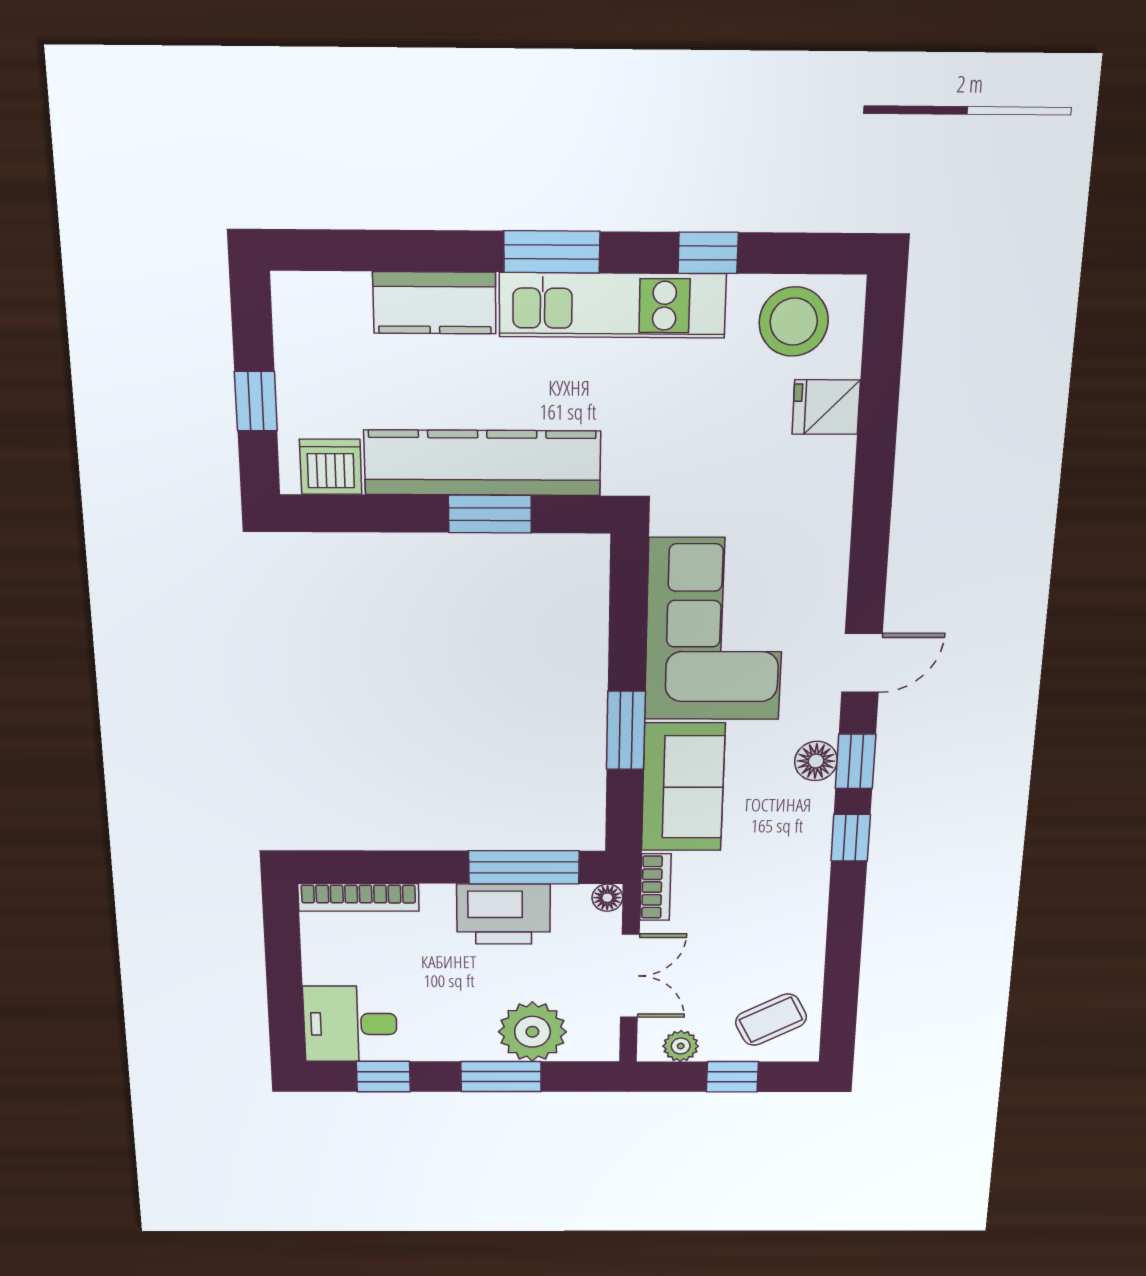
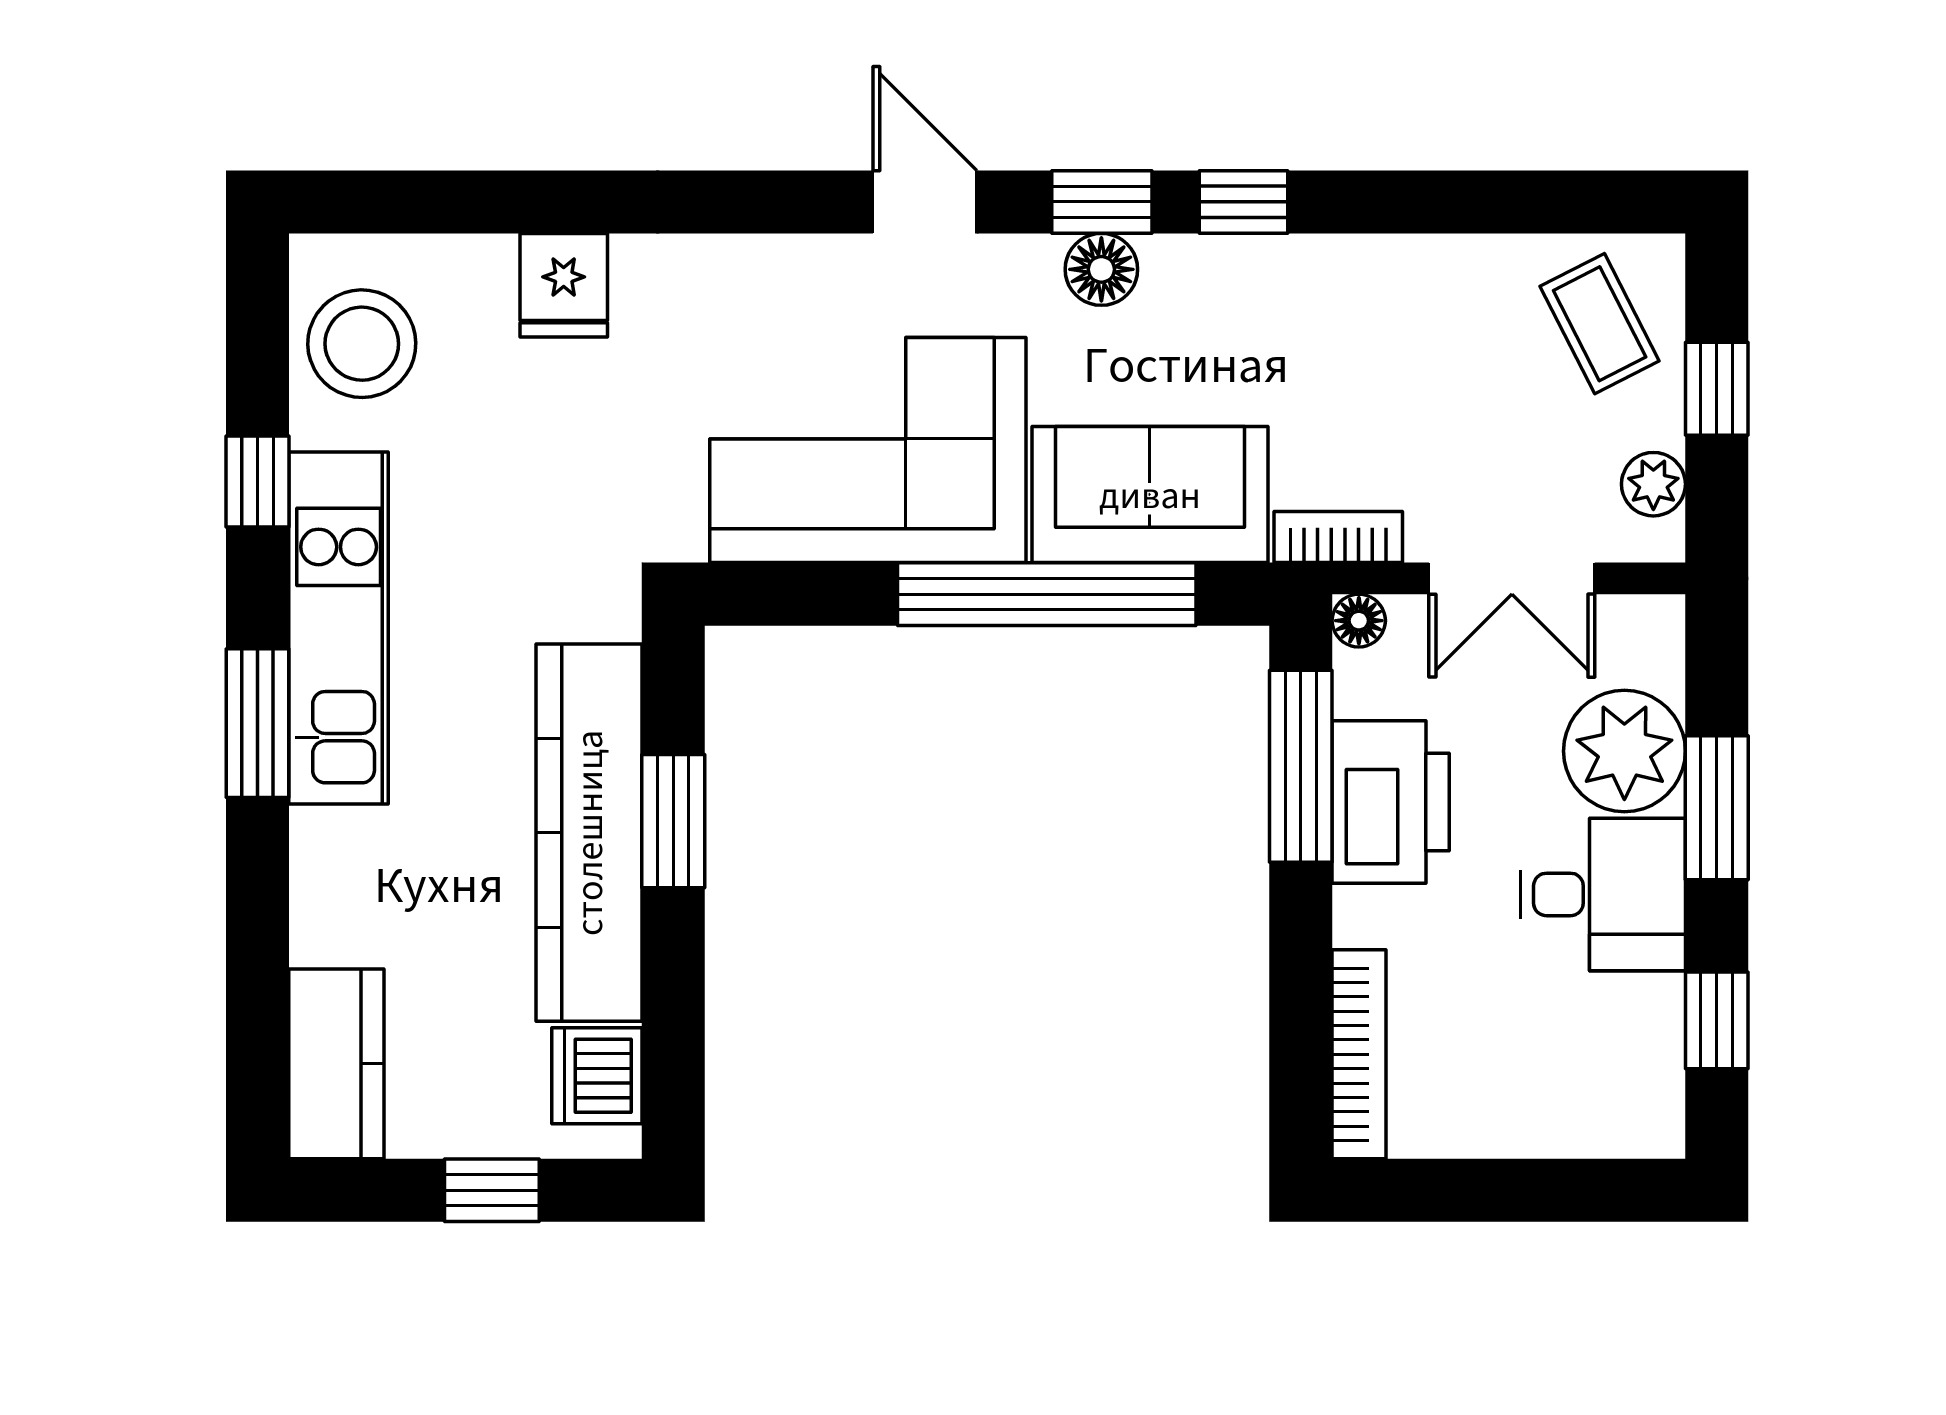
kitchen counter: (434, 303) -> (336, 1064), moved
fridge: (826, 407) -> (564, 285), moved
window: (626, 730) -> (1047, 594), width x2.11
double door: (630, 976) -> (1512, 578), swing flipped
desk: (350, 1024) -> (1603, 894), moved, turned -90

